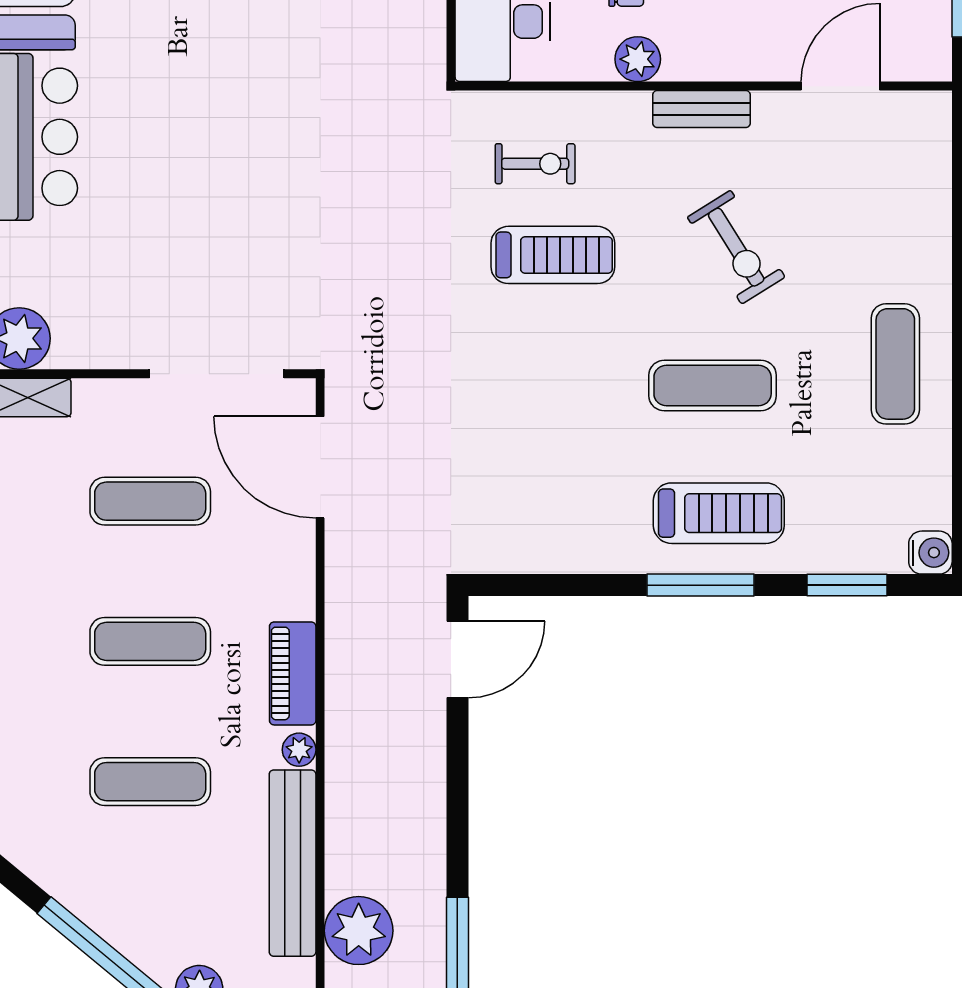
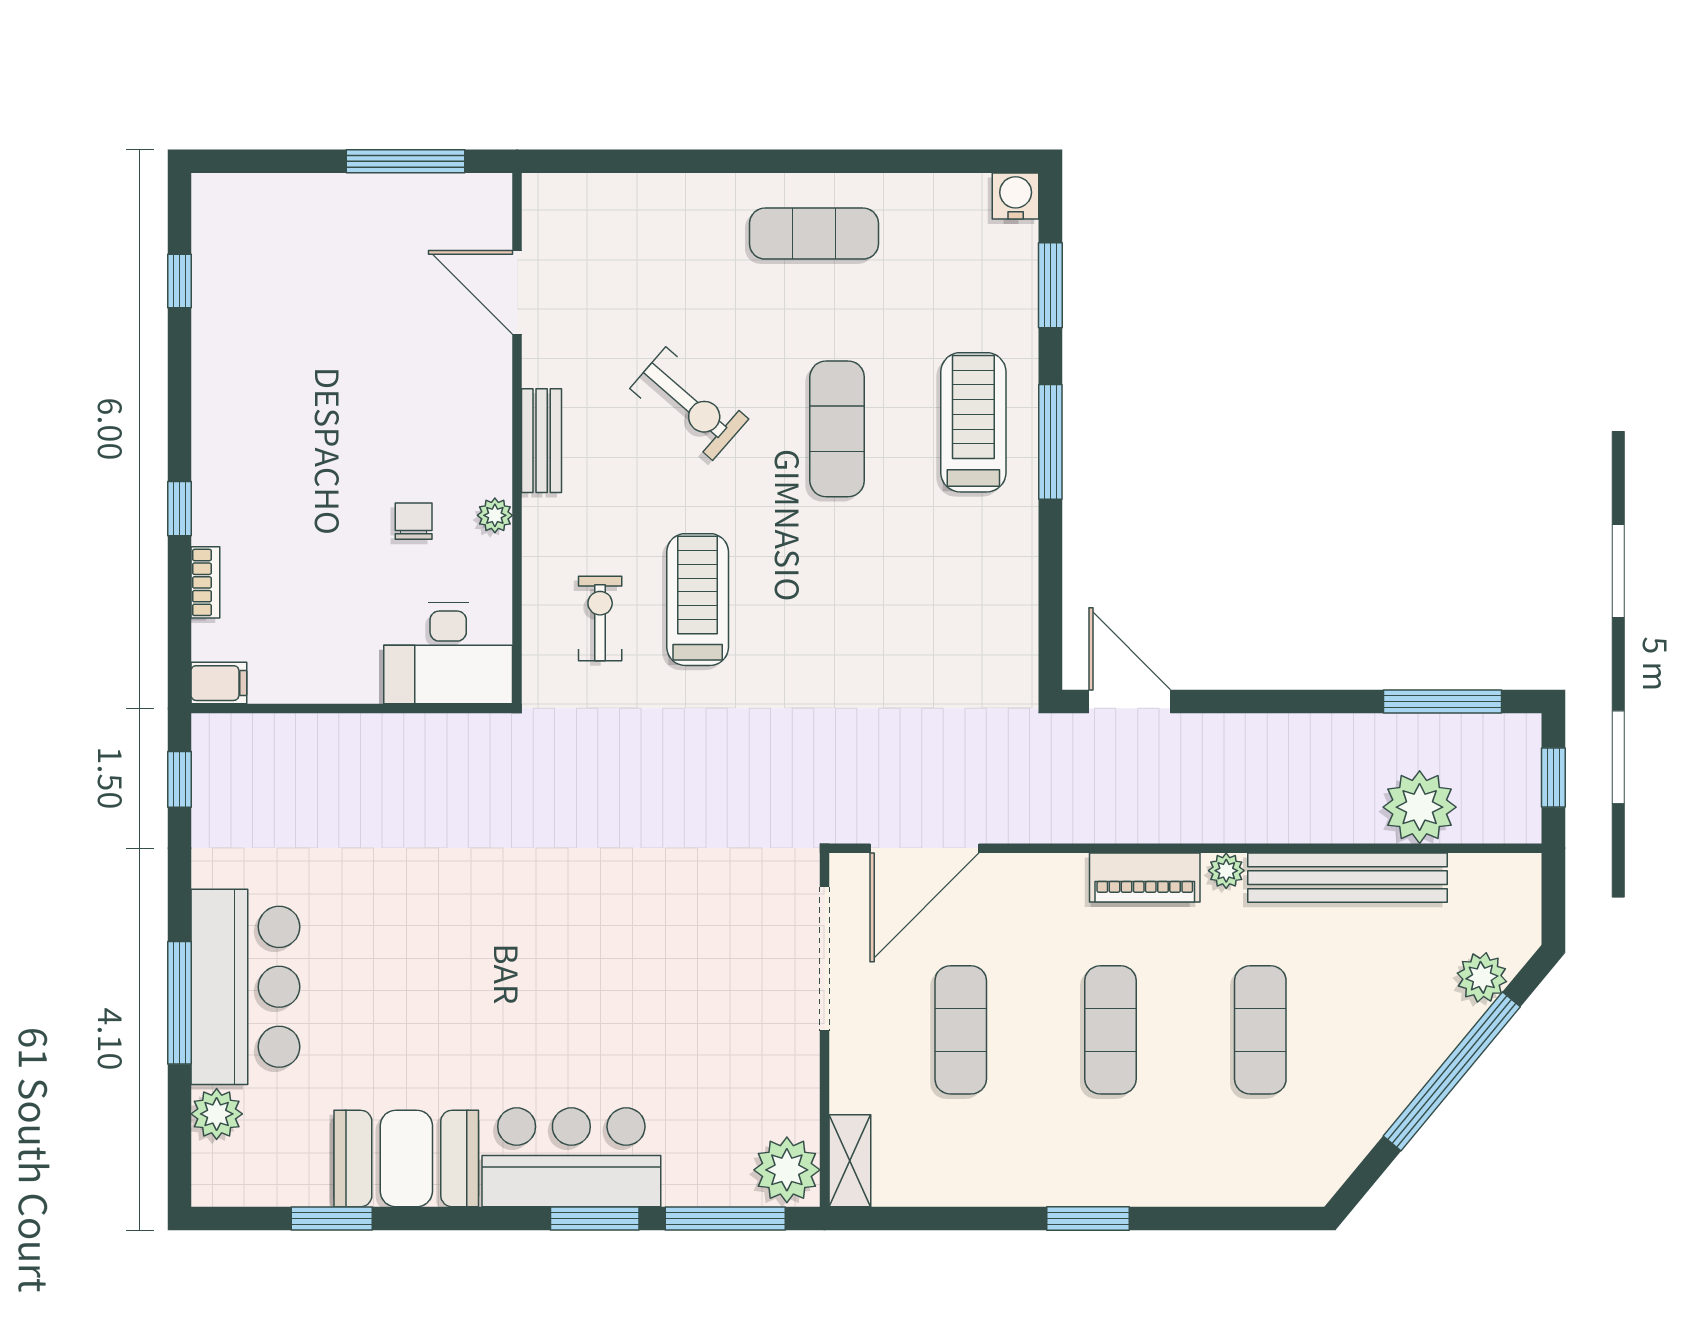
plant: (638, 59) -> (495, 515), width x0.73, depth x0.73
exercise bike: (736, 247) -> (689, 404), turned 73

